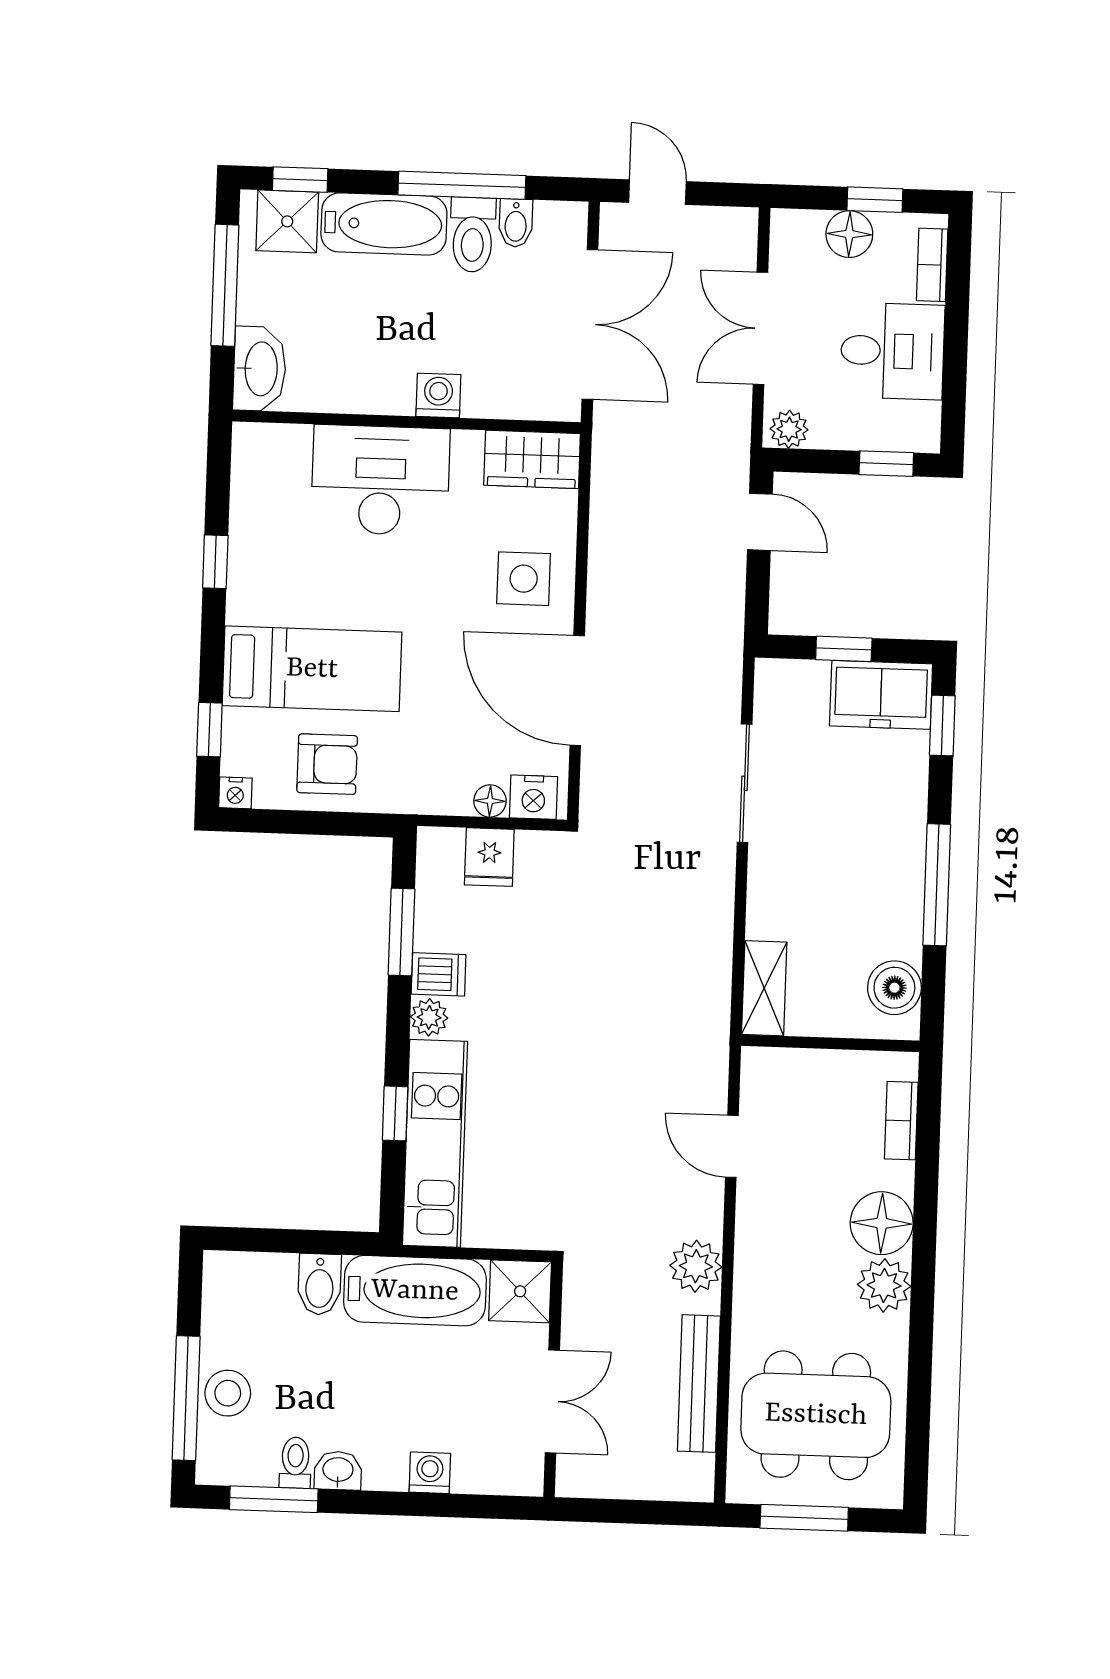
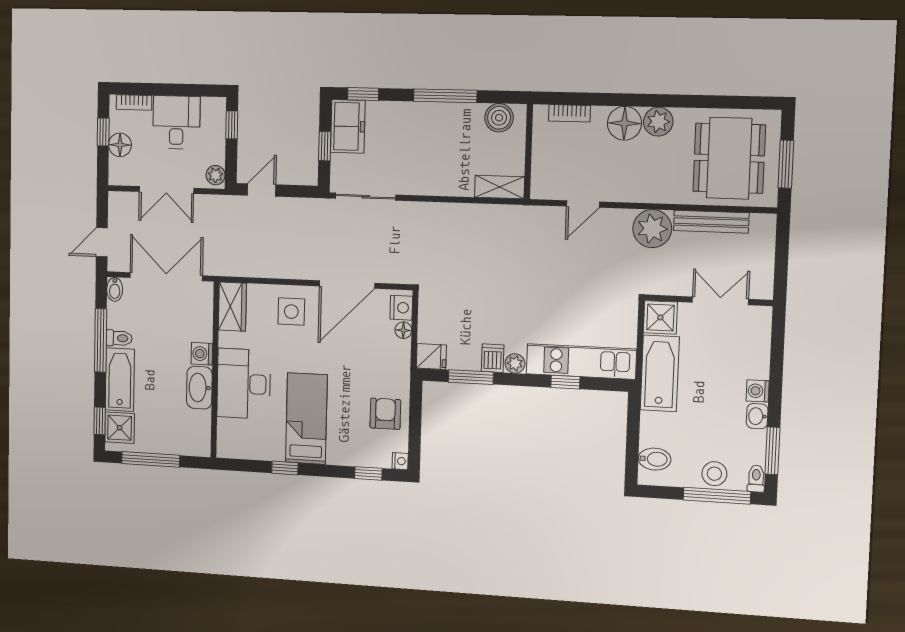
bidet: (516, 223) -> (115, 289), moved, turned 90
toilet: (473, 235) -> (119, 338), width x0.73, depth x0.72
washbasin: (260, 369) -> (199, 388), moved, turned -90
bed: (312, 669) -> (306, 419), moved
sliding door: (745, 783) -> (366, 197), moved
fridge: (489, 857) -> (431, 357), moved
plant: (696, 1266) -> (652, 229), width x1.36, depth x1.36
bidet: (319, 1284) -> (655, 459), moved
toilet: (295, 1463) -> (756, 479), moved, turned 90
washing machine: (430, 1473) -> (758, 391), moved

